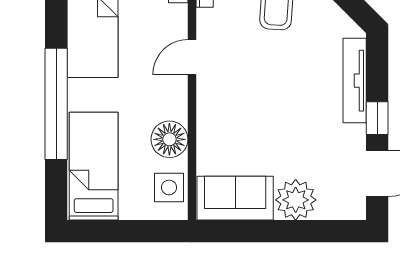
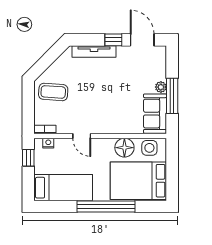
bed: (94, 166) -> (138, 181), width x1.50
plant: (296, 200) -> (161, 87), width x0.53, depth x0.53
window: (269, 231) -> (172, 96), added

